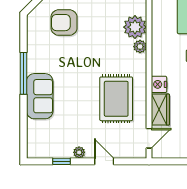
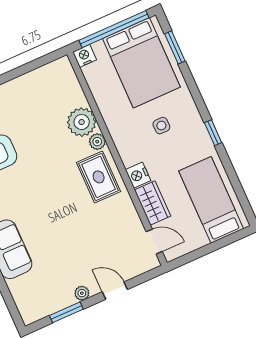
rug: (116, 99) -> (99, 177), moved, width x0.73, depth x0.70
door: (149, 138) -> (154, 242), hinge flipped
window: (61, 161) -> (66, 312), width x1.50

